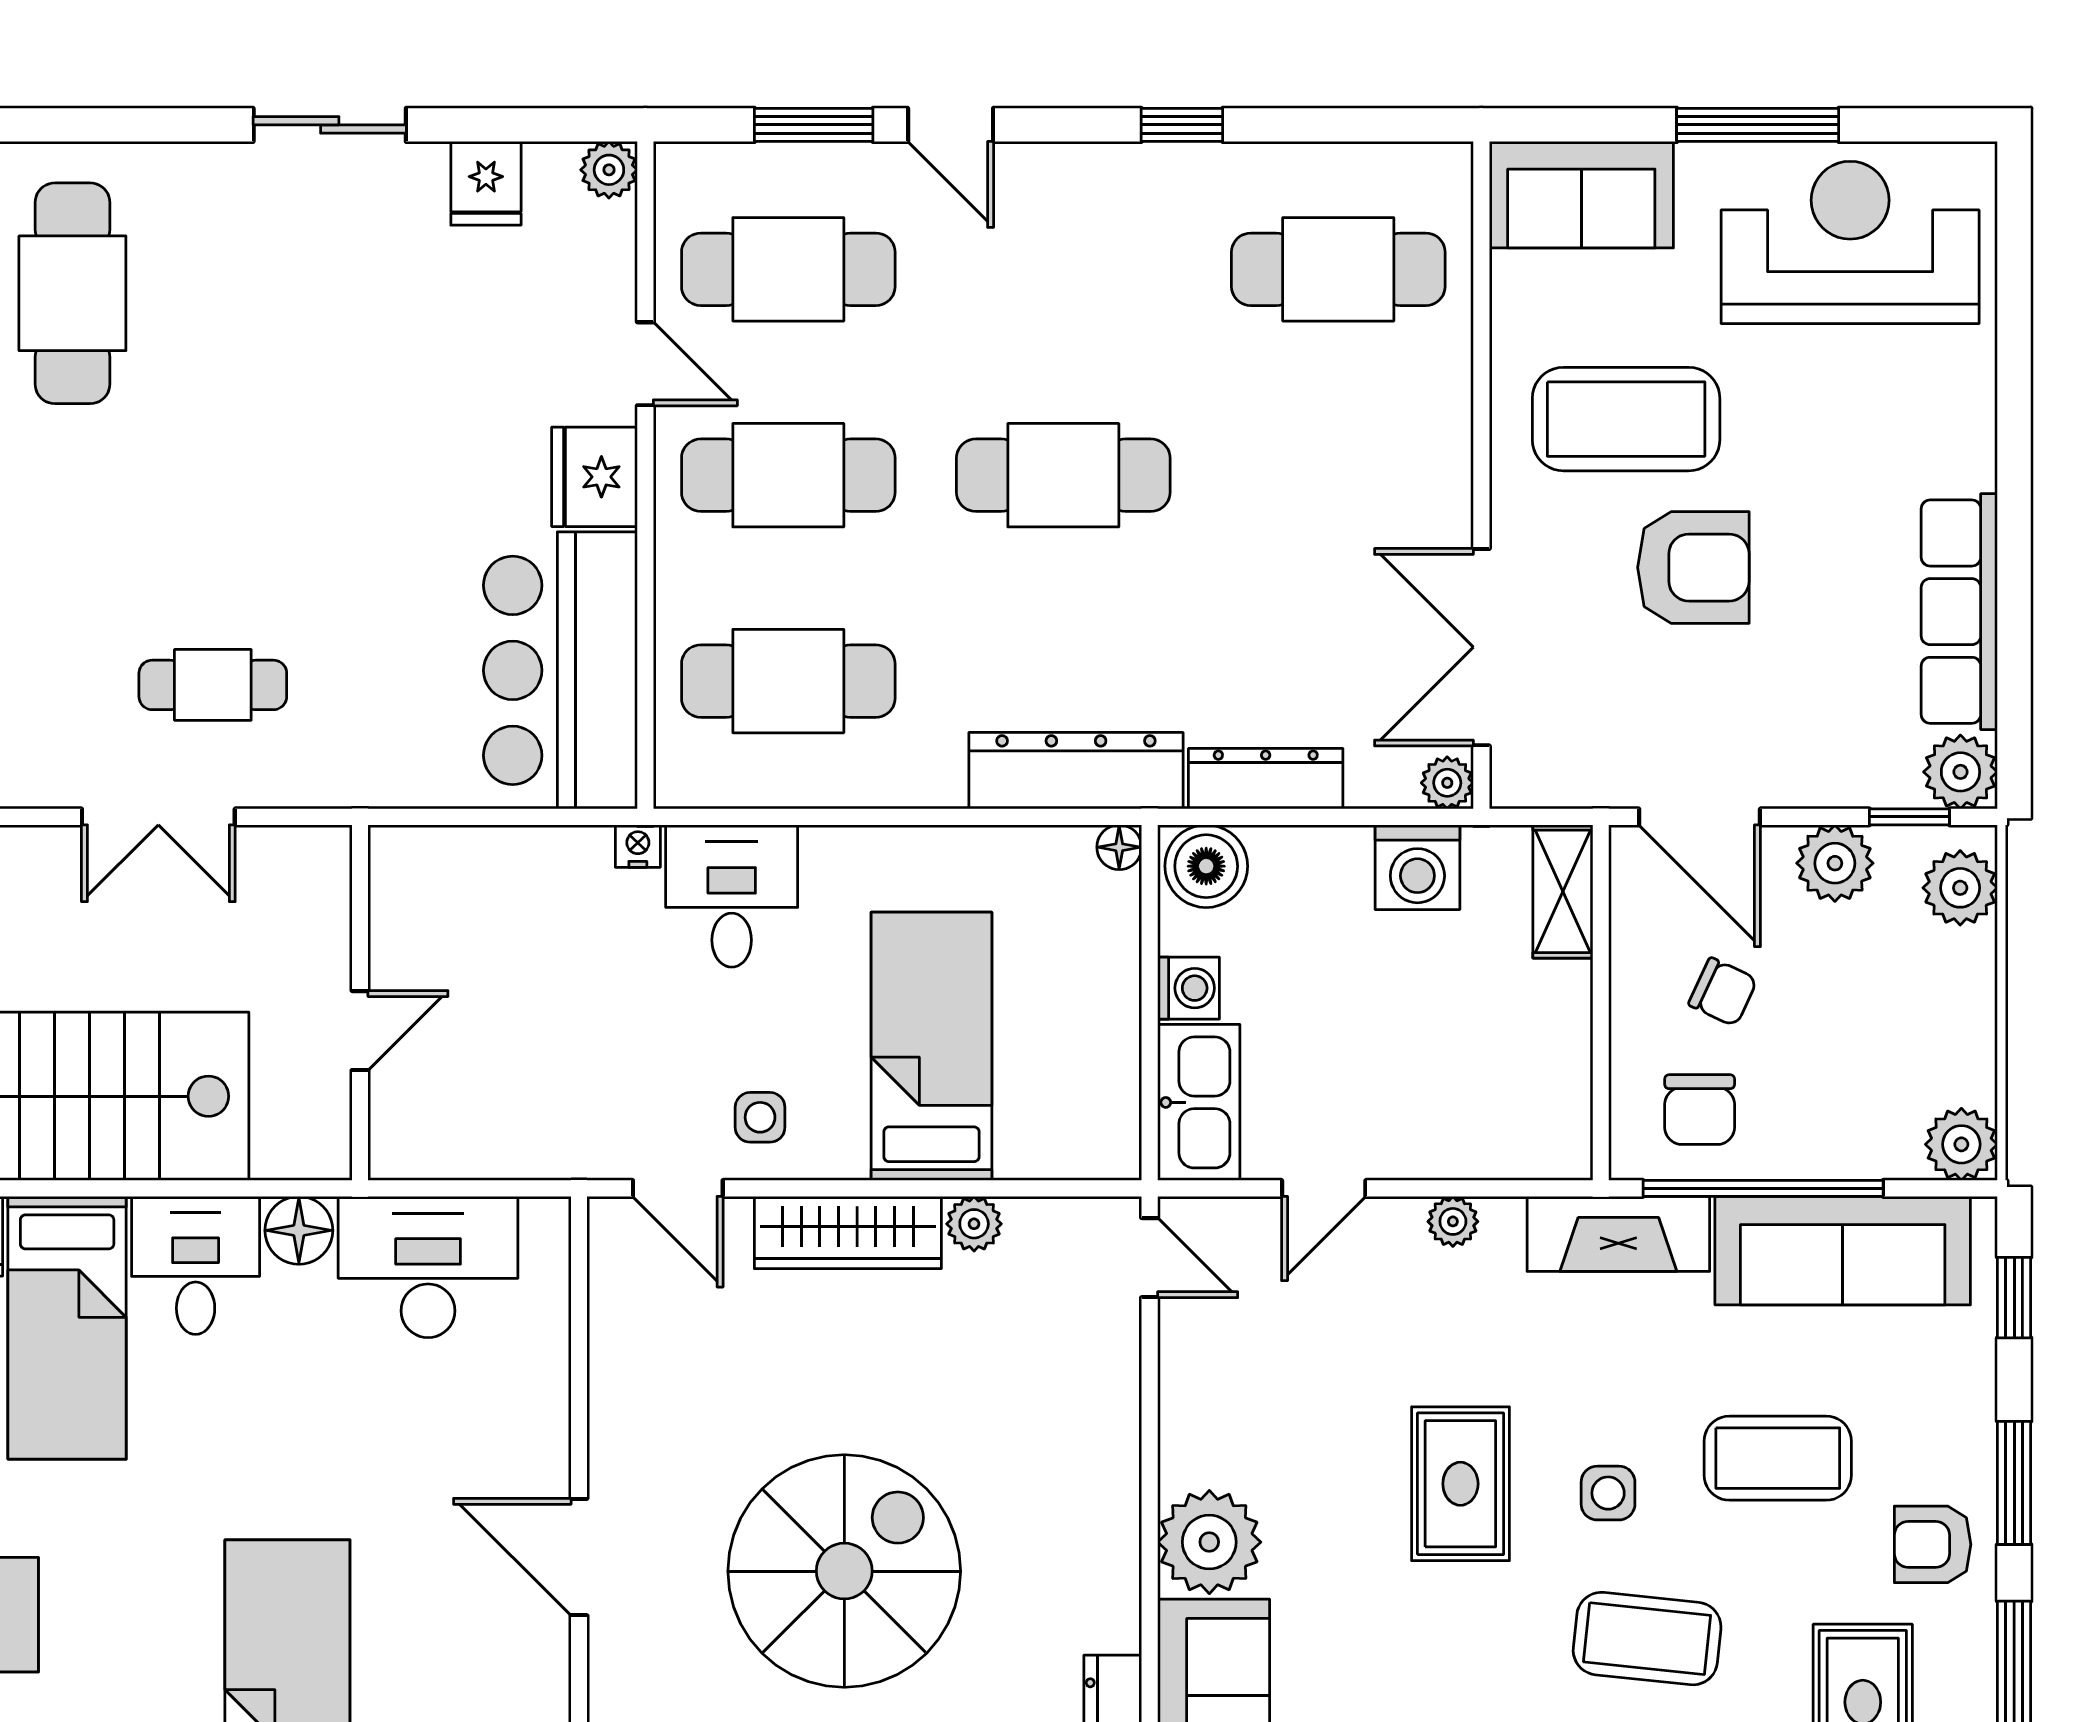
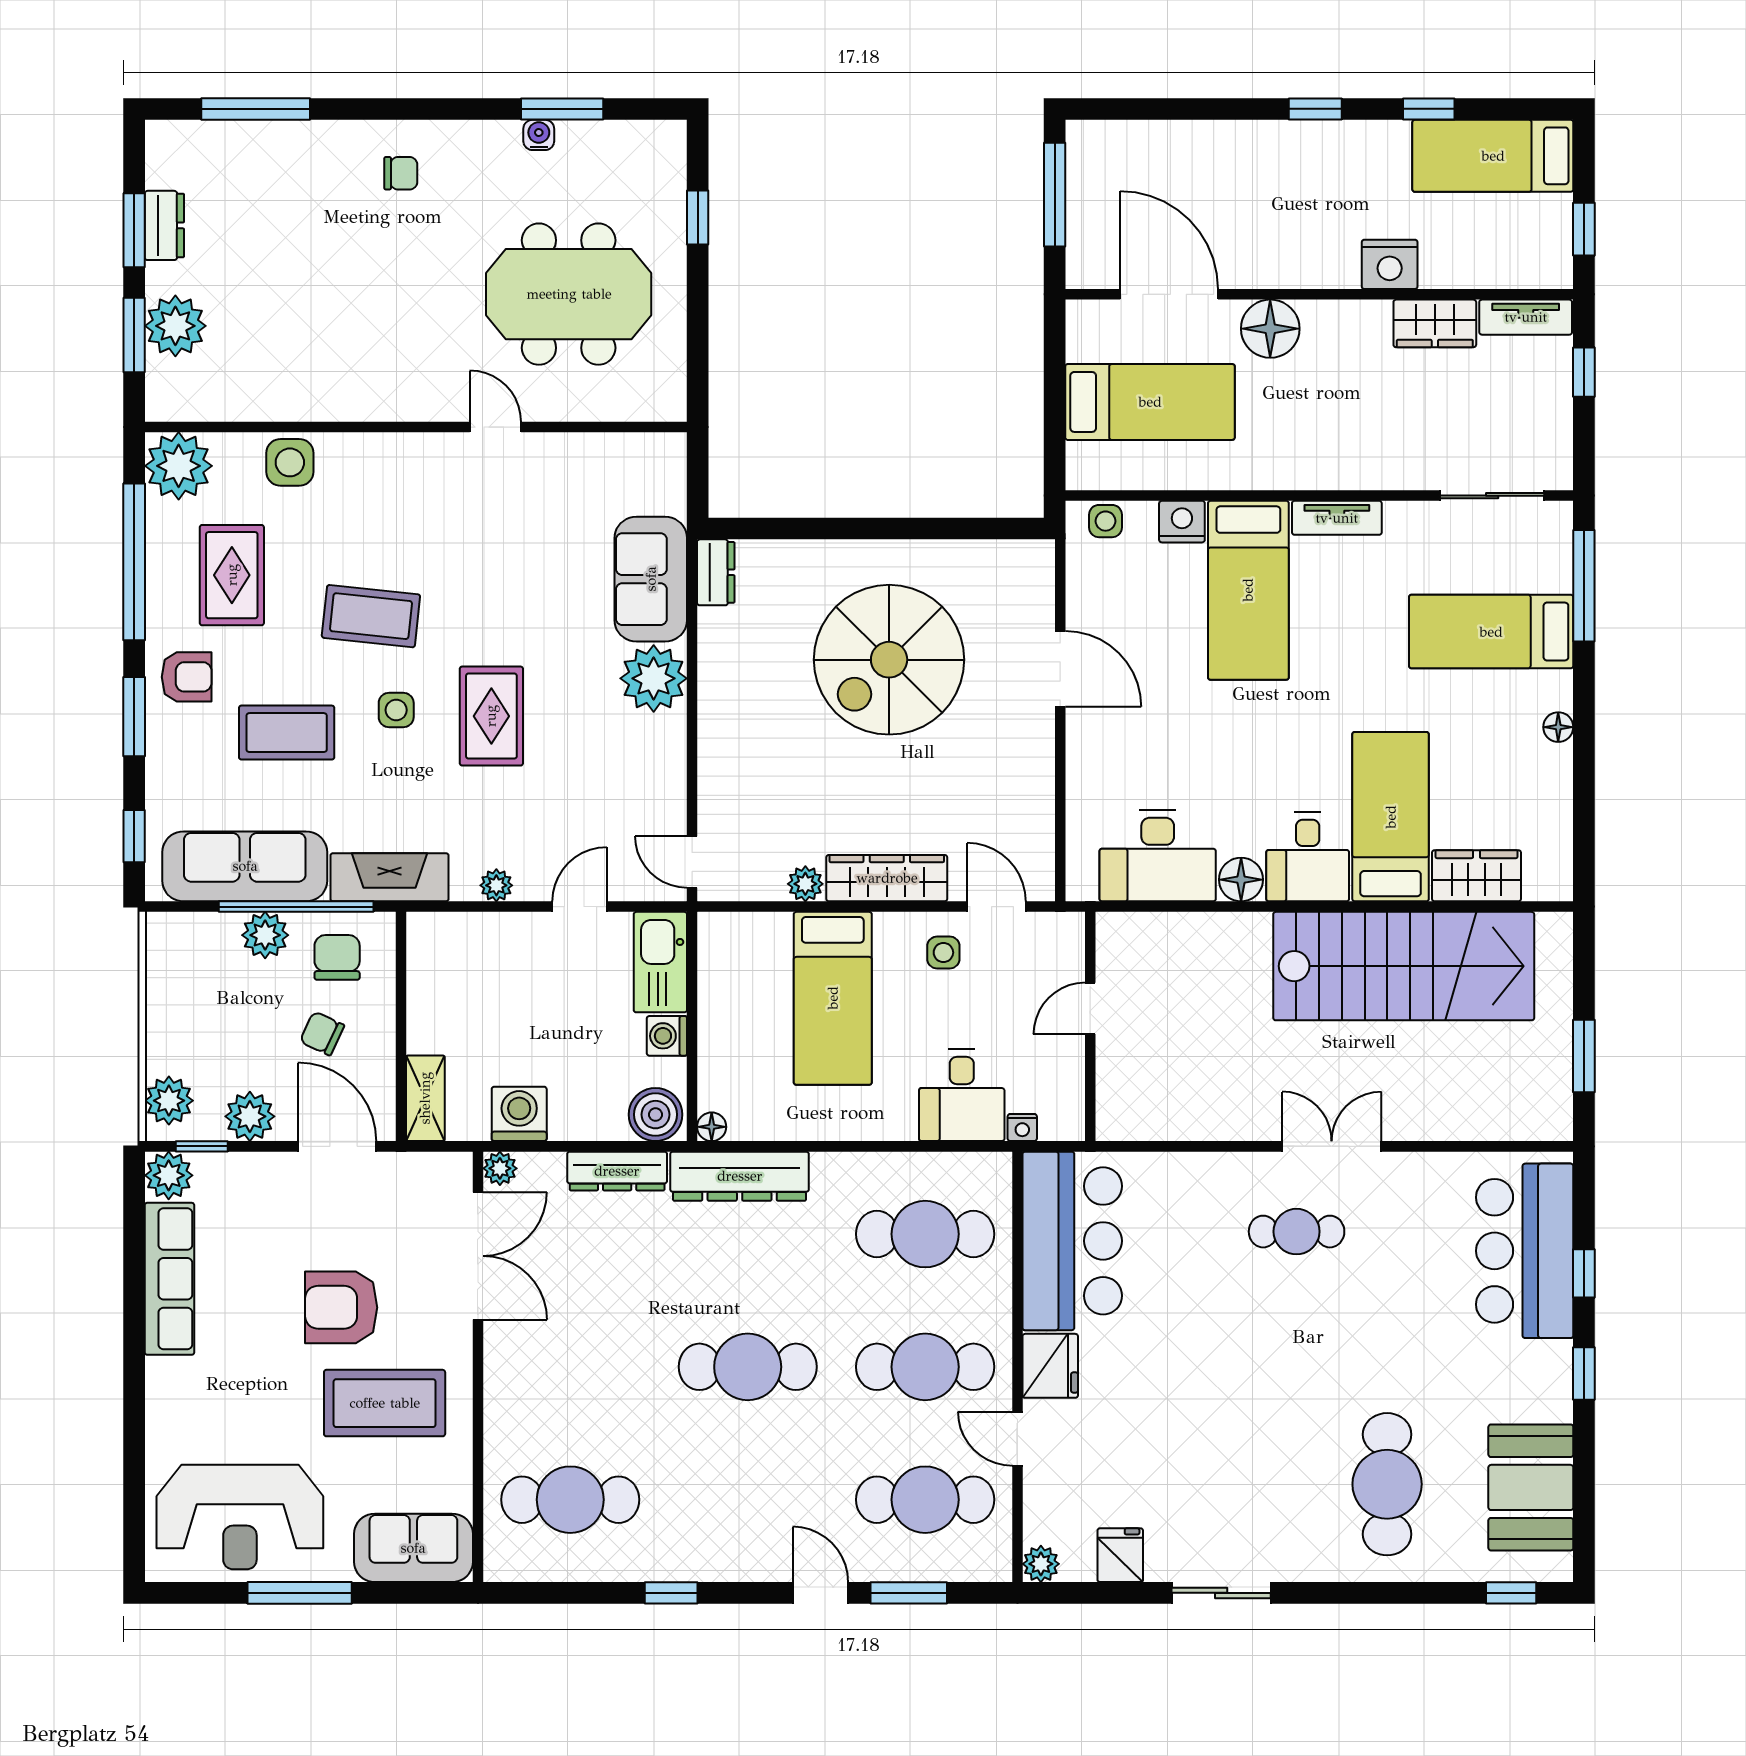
wall: (360, 1003) -> (1090, 1026), moved
door: (360, 1031) -> (1090, 1008), moved
plant: (1961, 1144) -> (265, 935), moved

